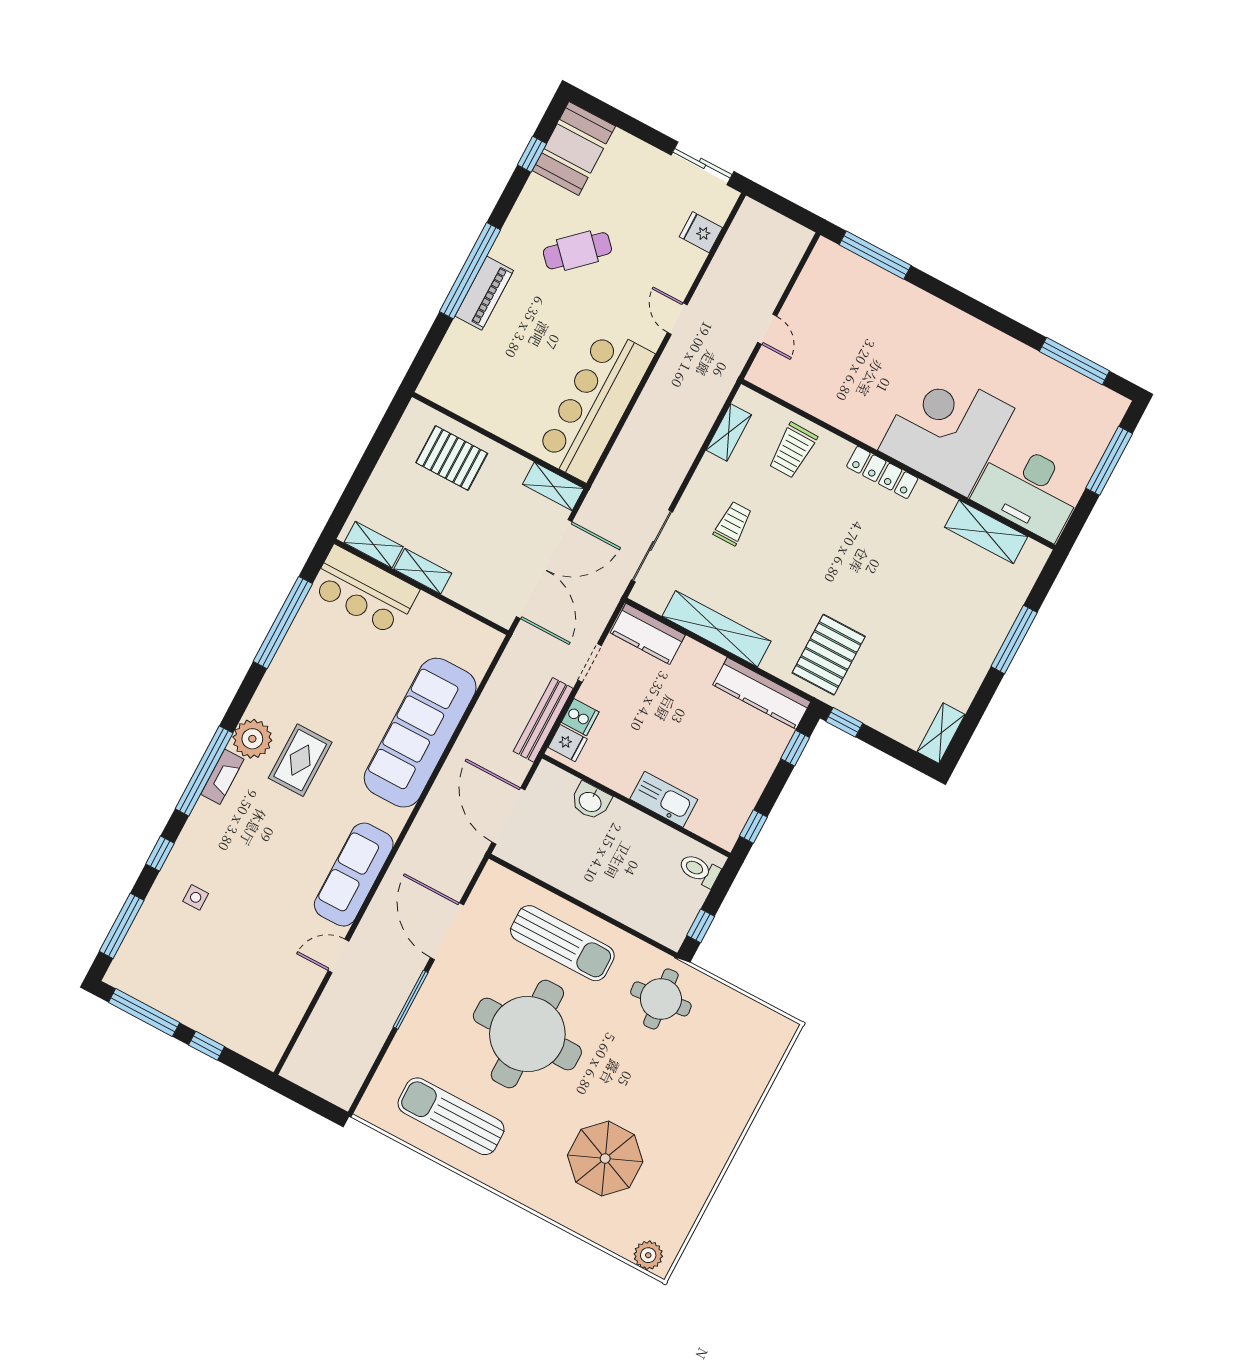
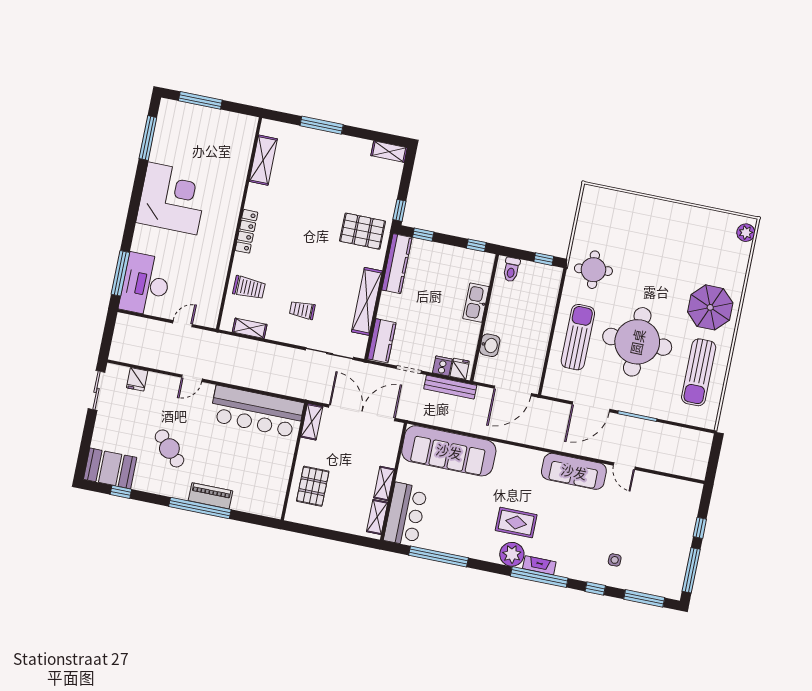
corner desk: (946, 429) -> (172, 198), moved, turned 180
desk: (1029, 490) -> (145, 284), moved, turned 180
sofa: (420, 733) -> (449, 451), moved
parasol: (605, 1158) -> (710, 307), moved

